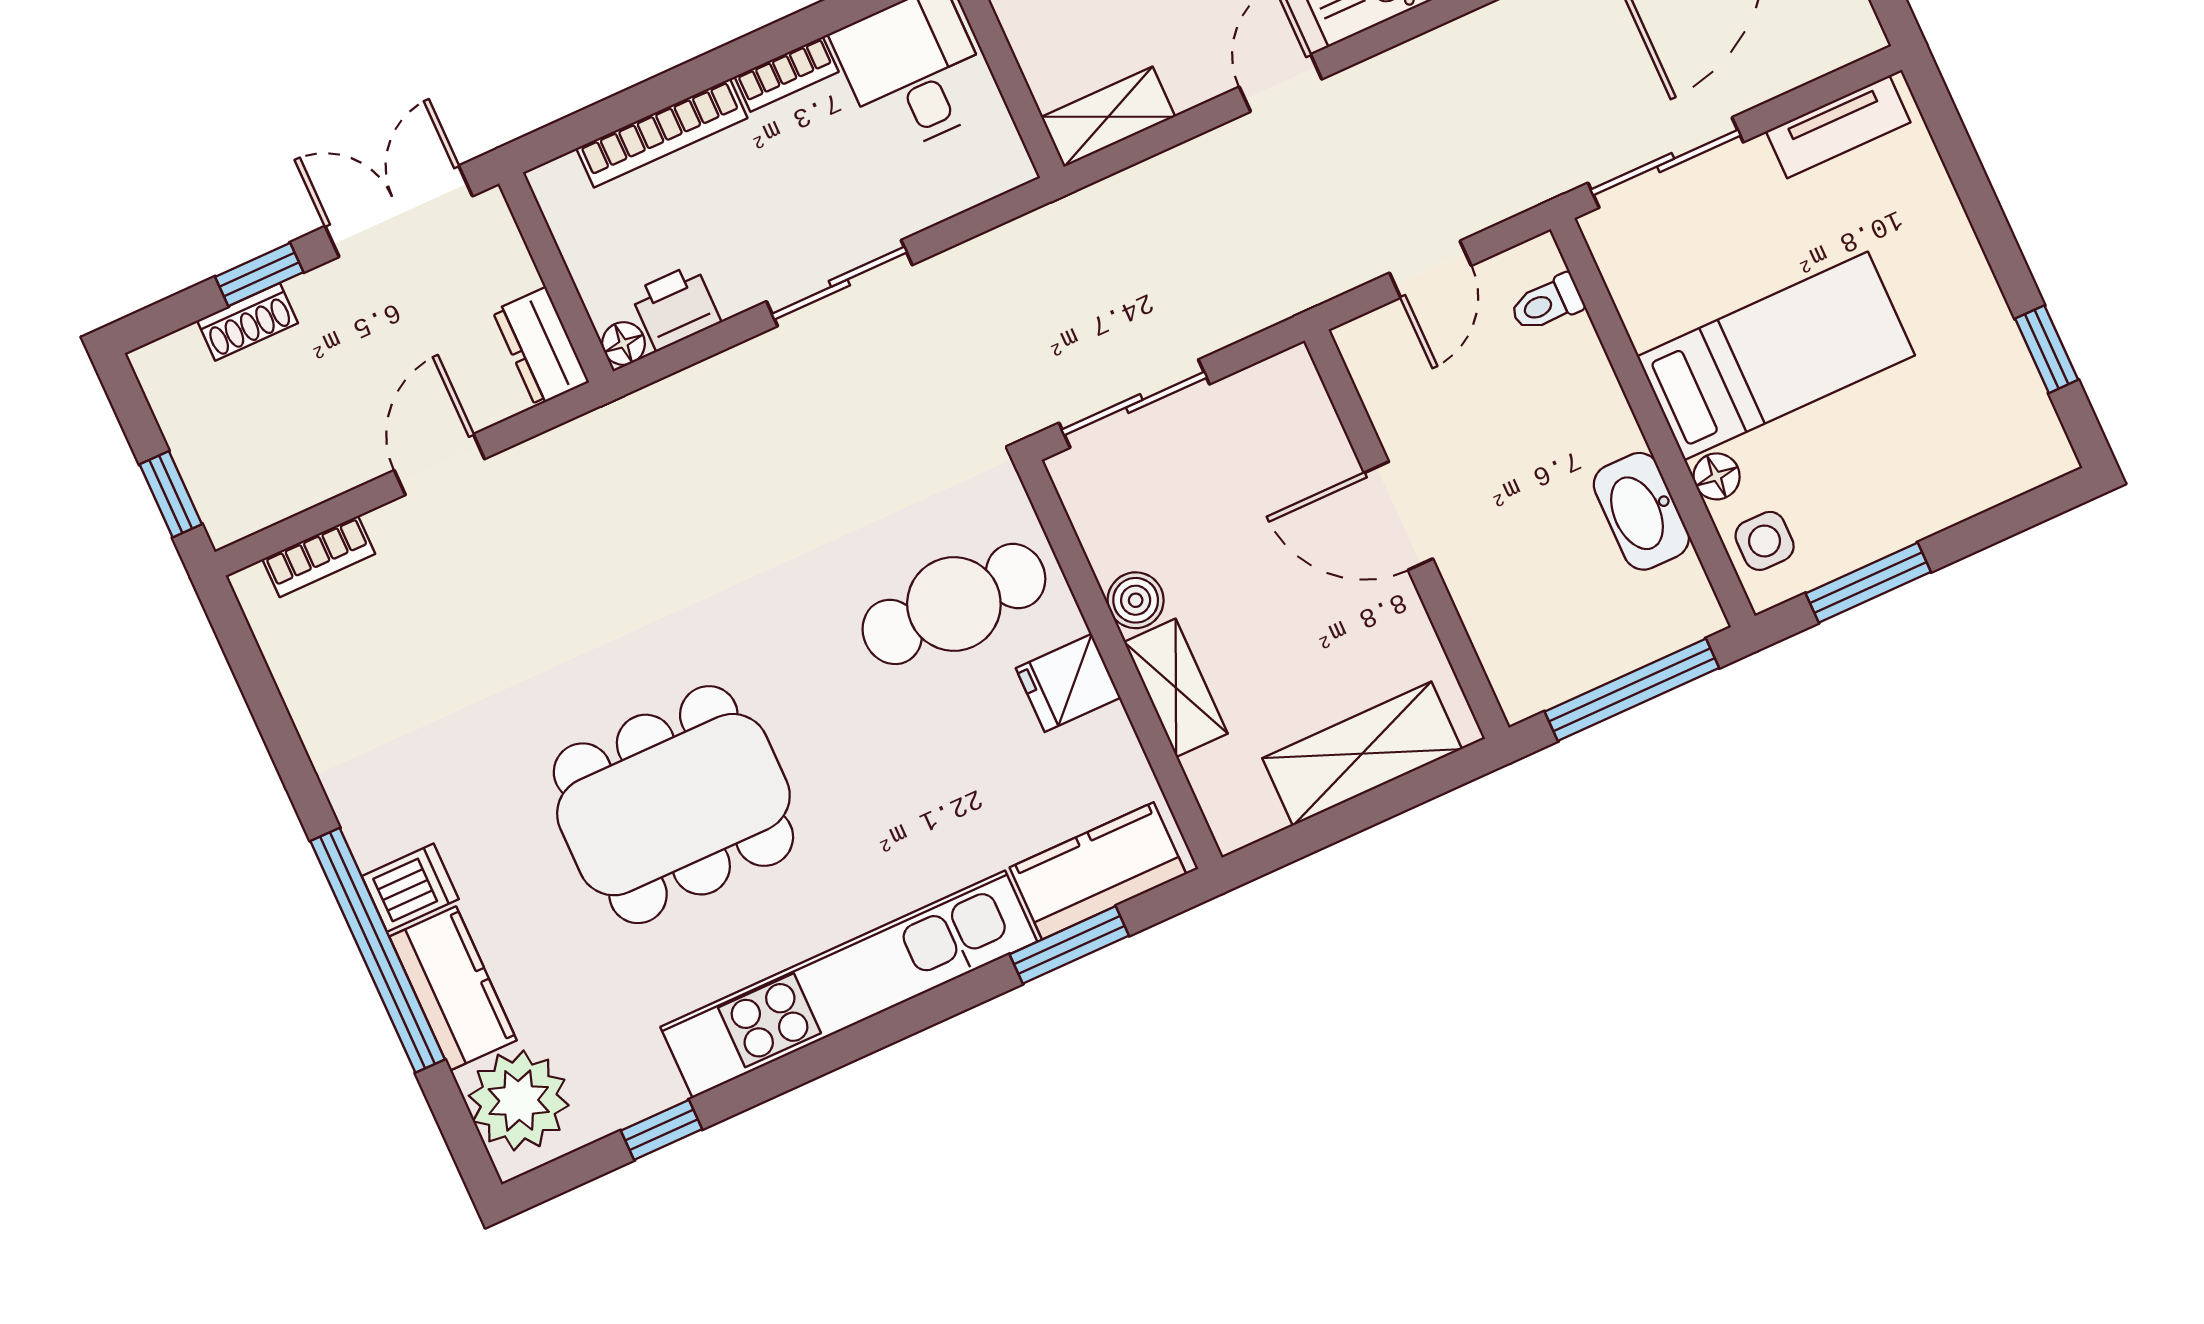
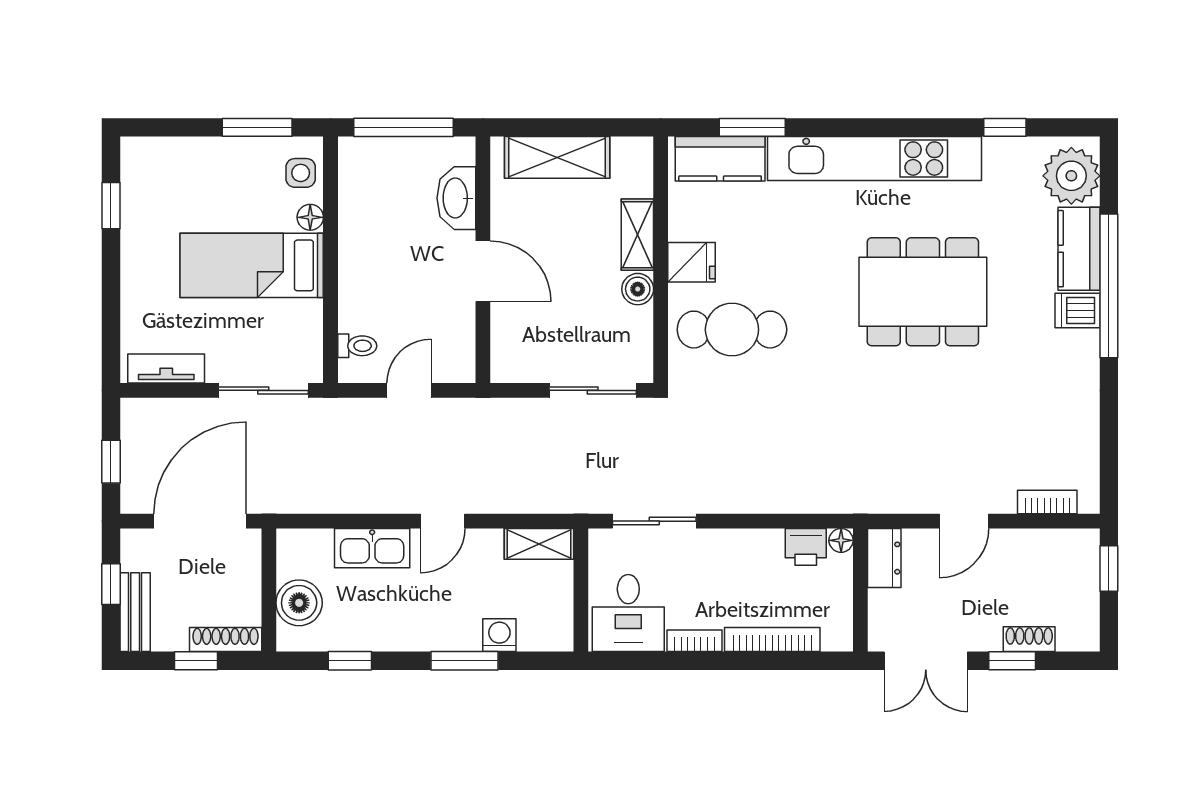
sliding door: (839, 283) -> (654, 521), moved
washbasin: (1641, 511) -> (456, 198), moved, turned 180

